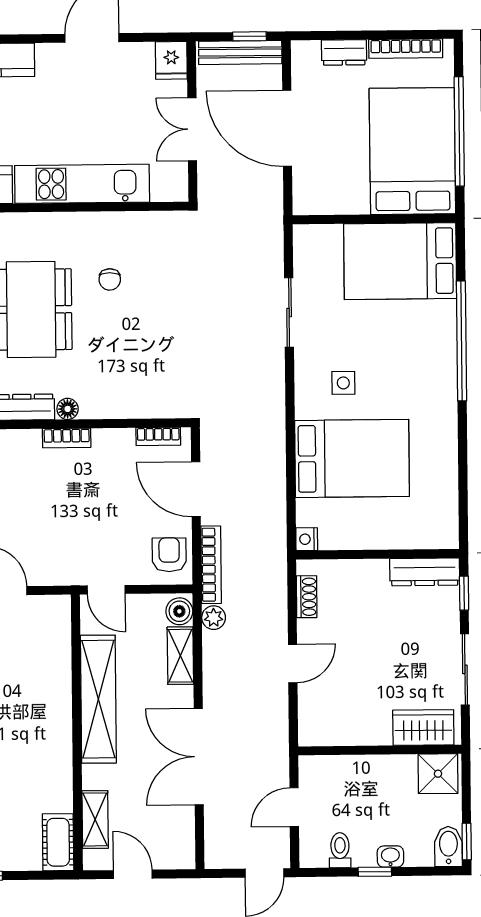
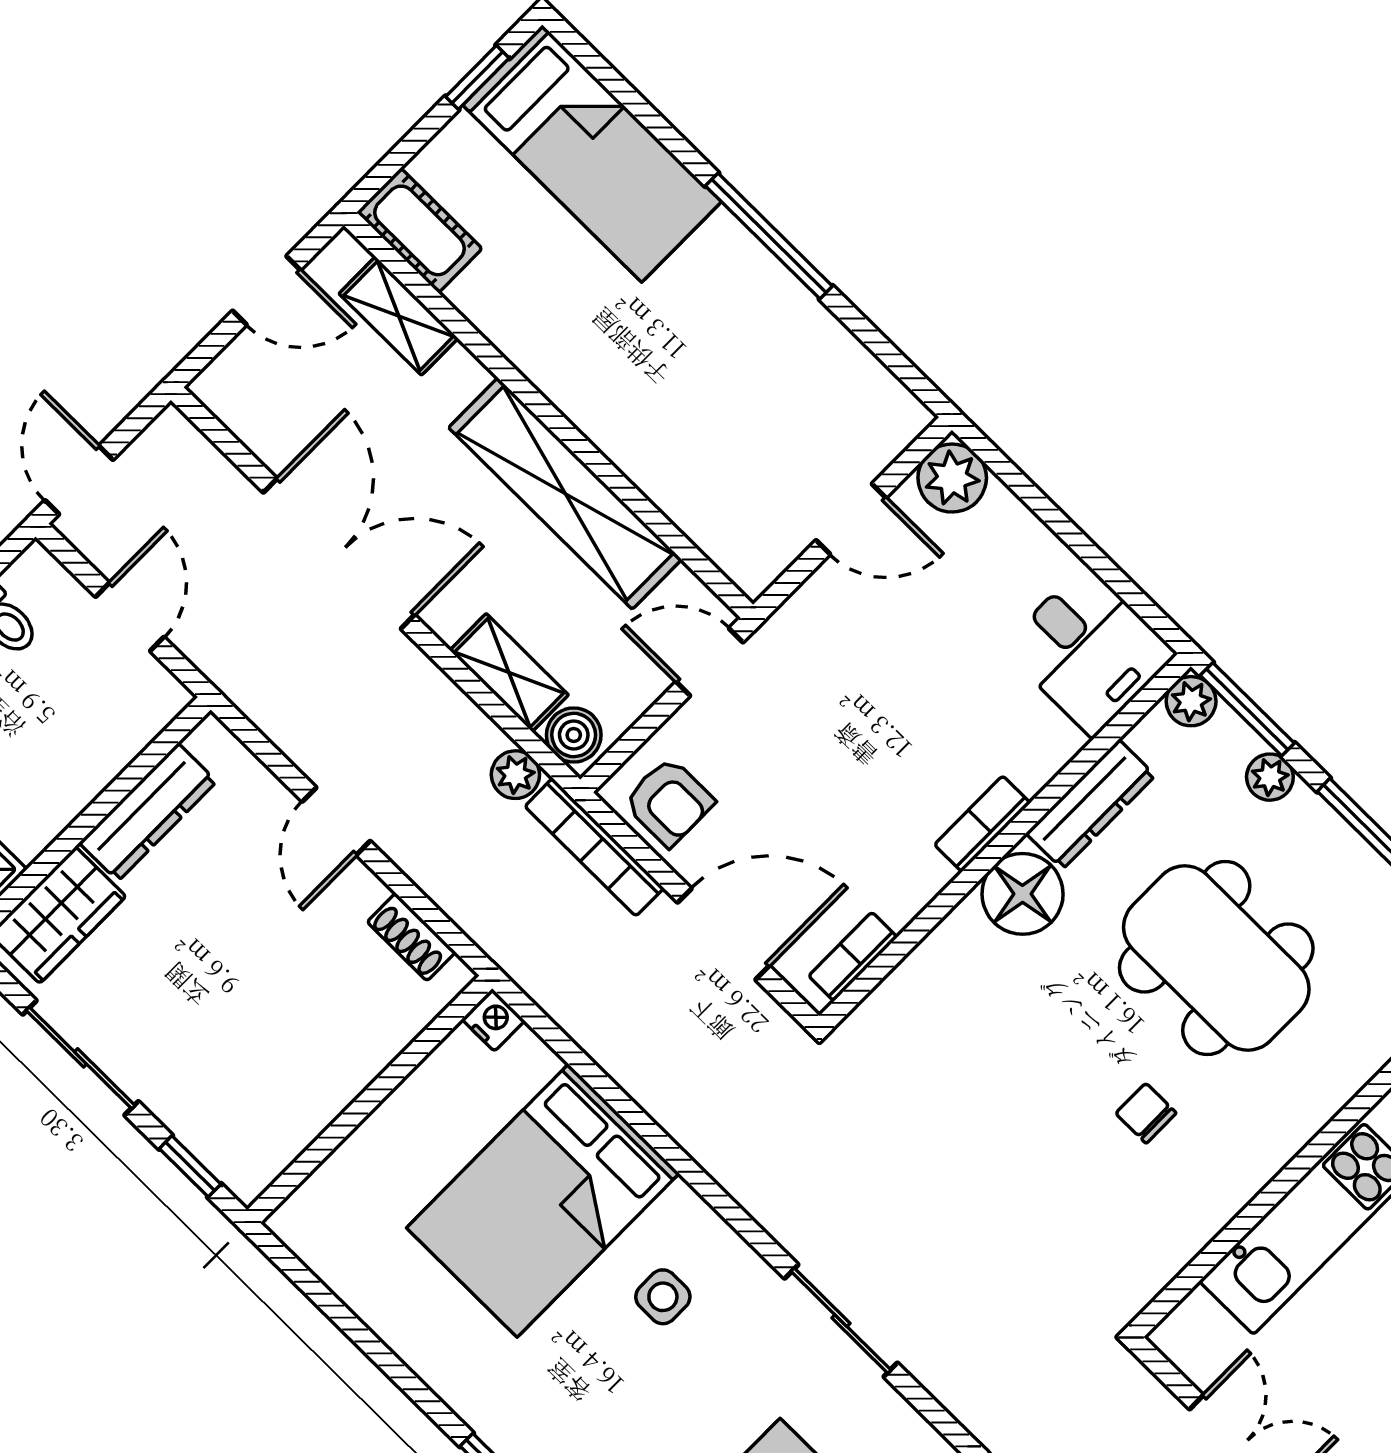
floor lamp: (68, 409) -> (1023, 894), width x1.89, depth x1.89
dresser: (425, 572) -> (148, 812), moved, turned 180

